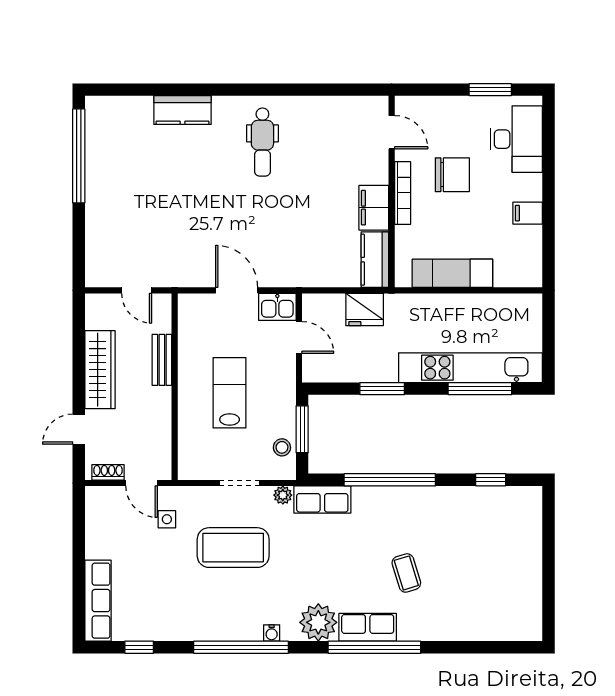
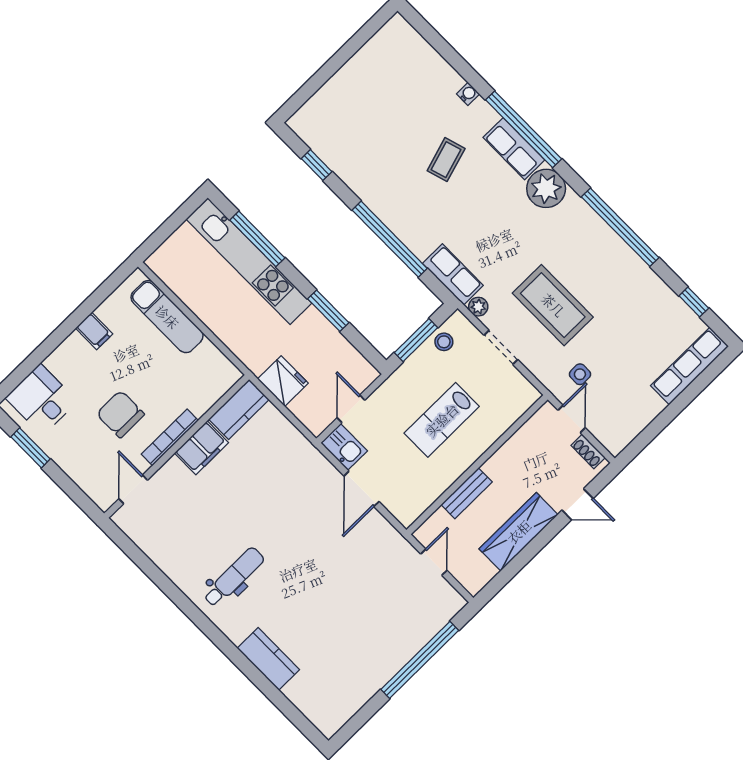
desk: (516, 139) -> (41, 400), width x0.73
window: (79, 156) -> (420, 660), moved
exam couch: (452, 273) -> (167, 317), moved
water cooler: (272, 633) -> (468, 94), moved

